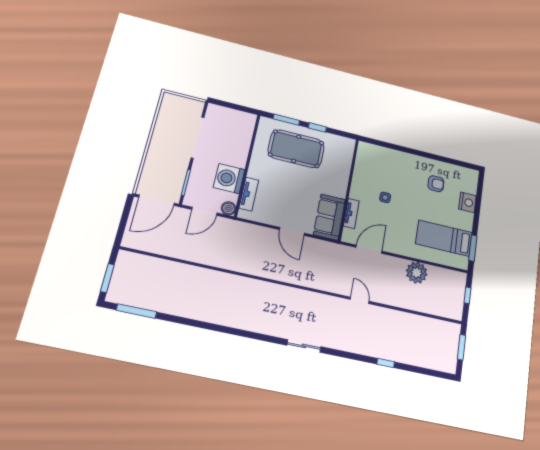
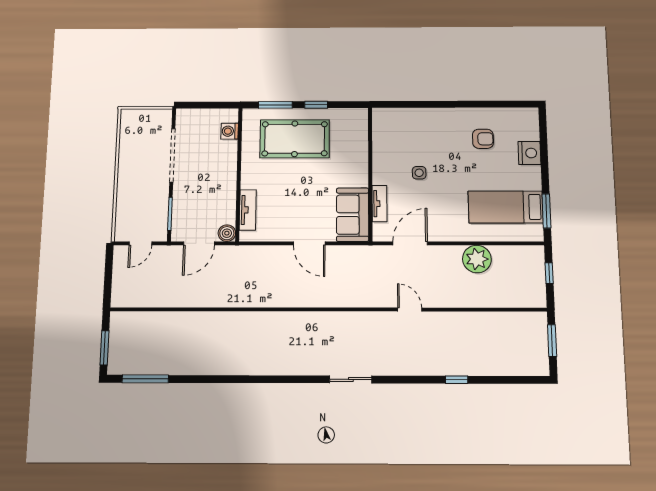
washing machine: (229, 179) -> (230, 131), moved, width x0.53, depth x0.53
door: (157, 200) -> (140, 243), width x0.53

